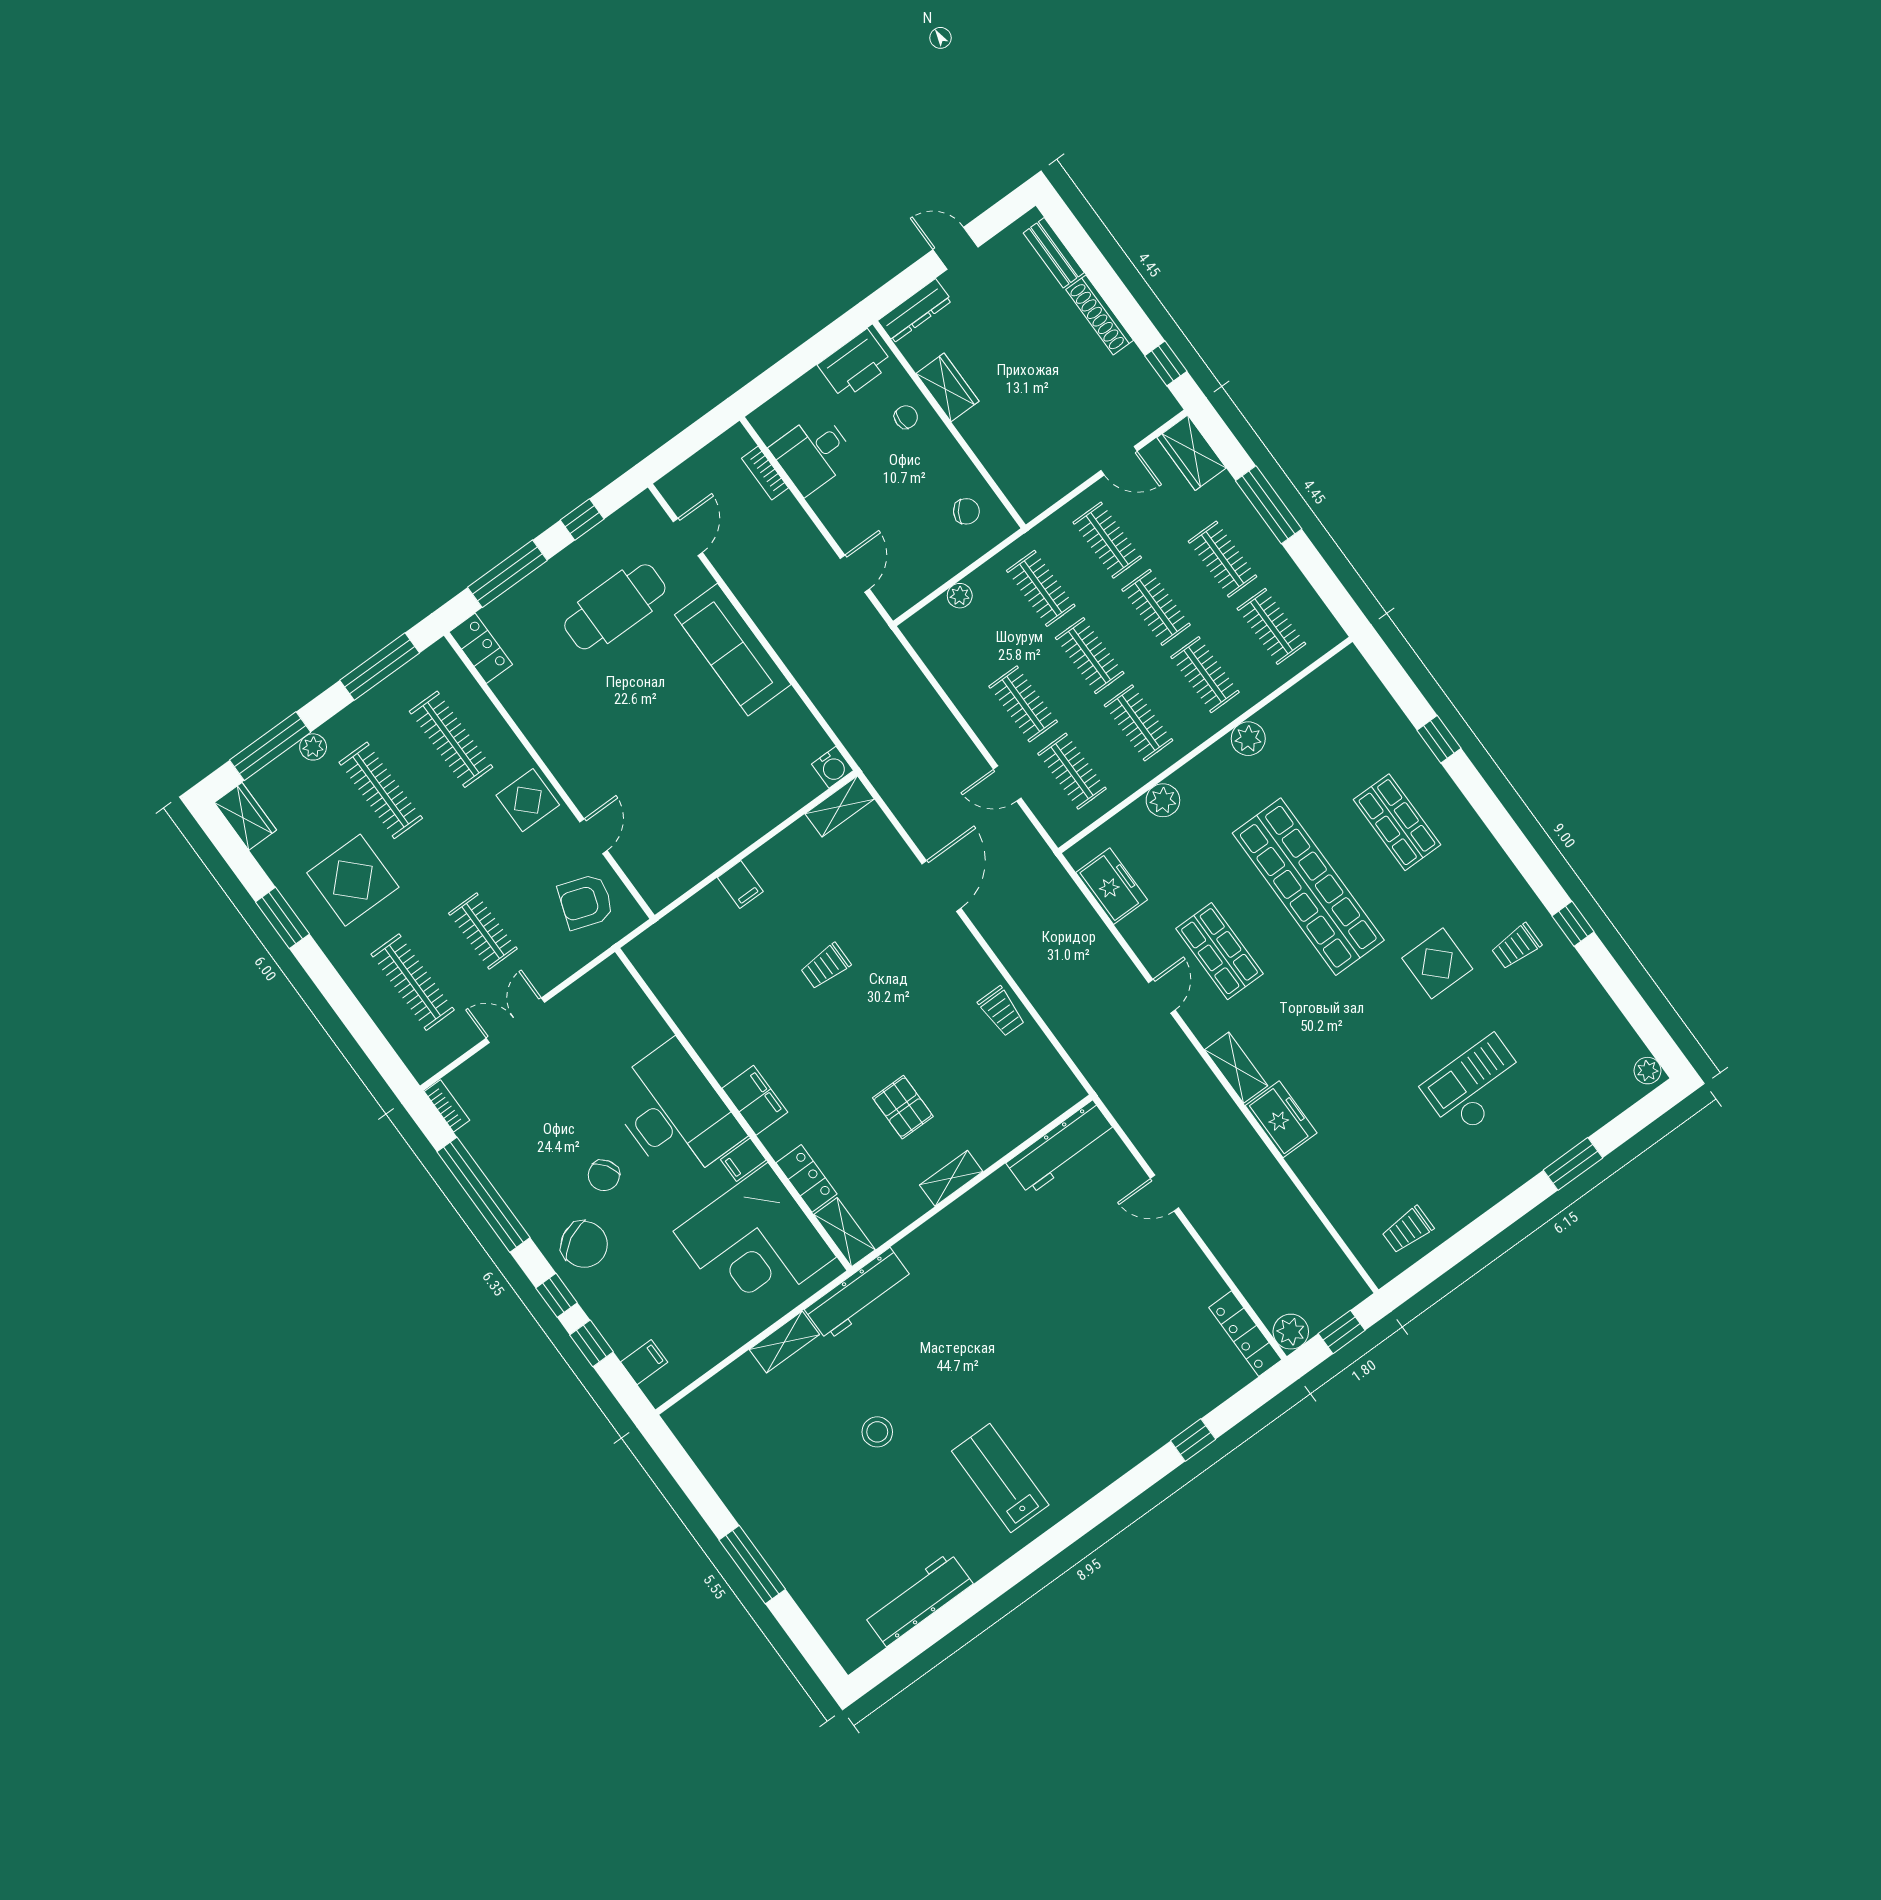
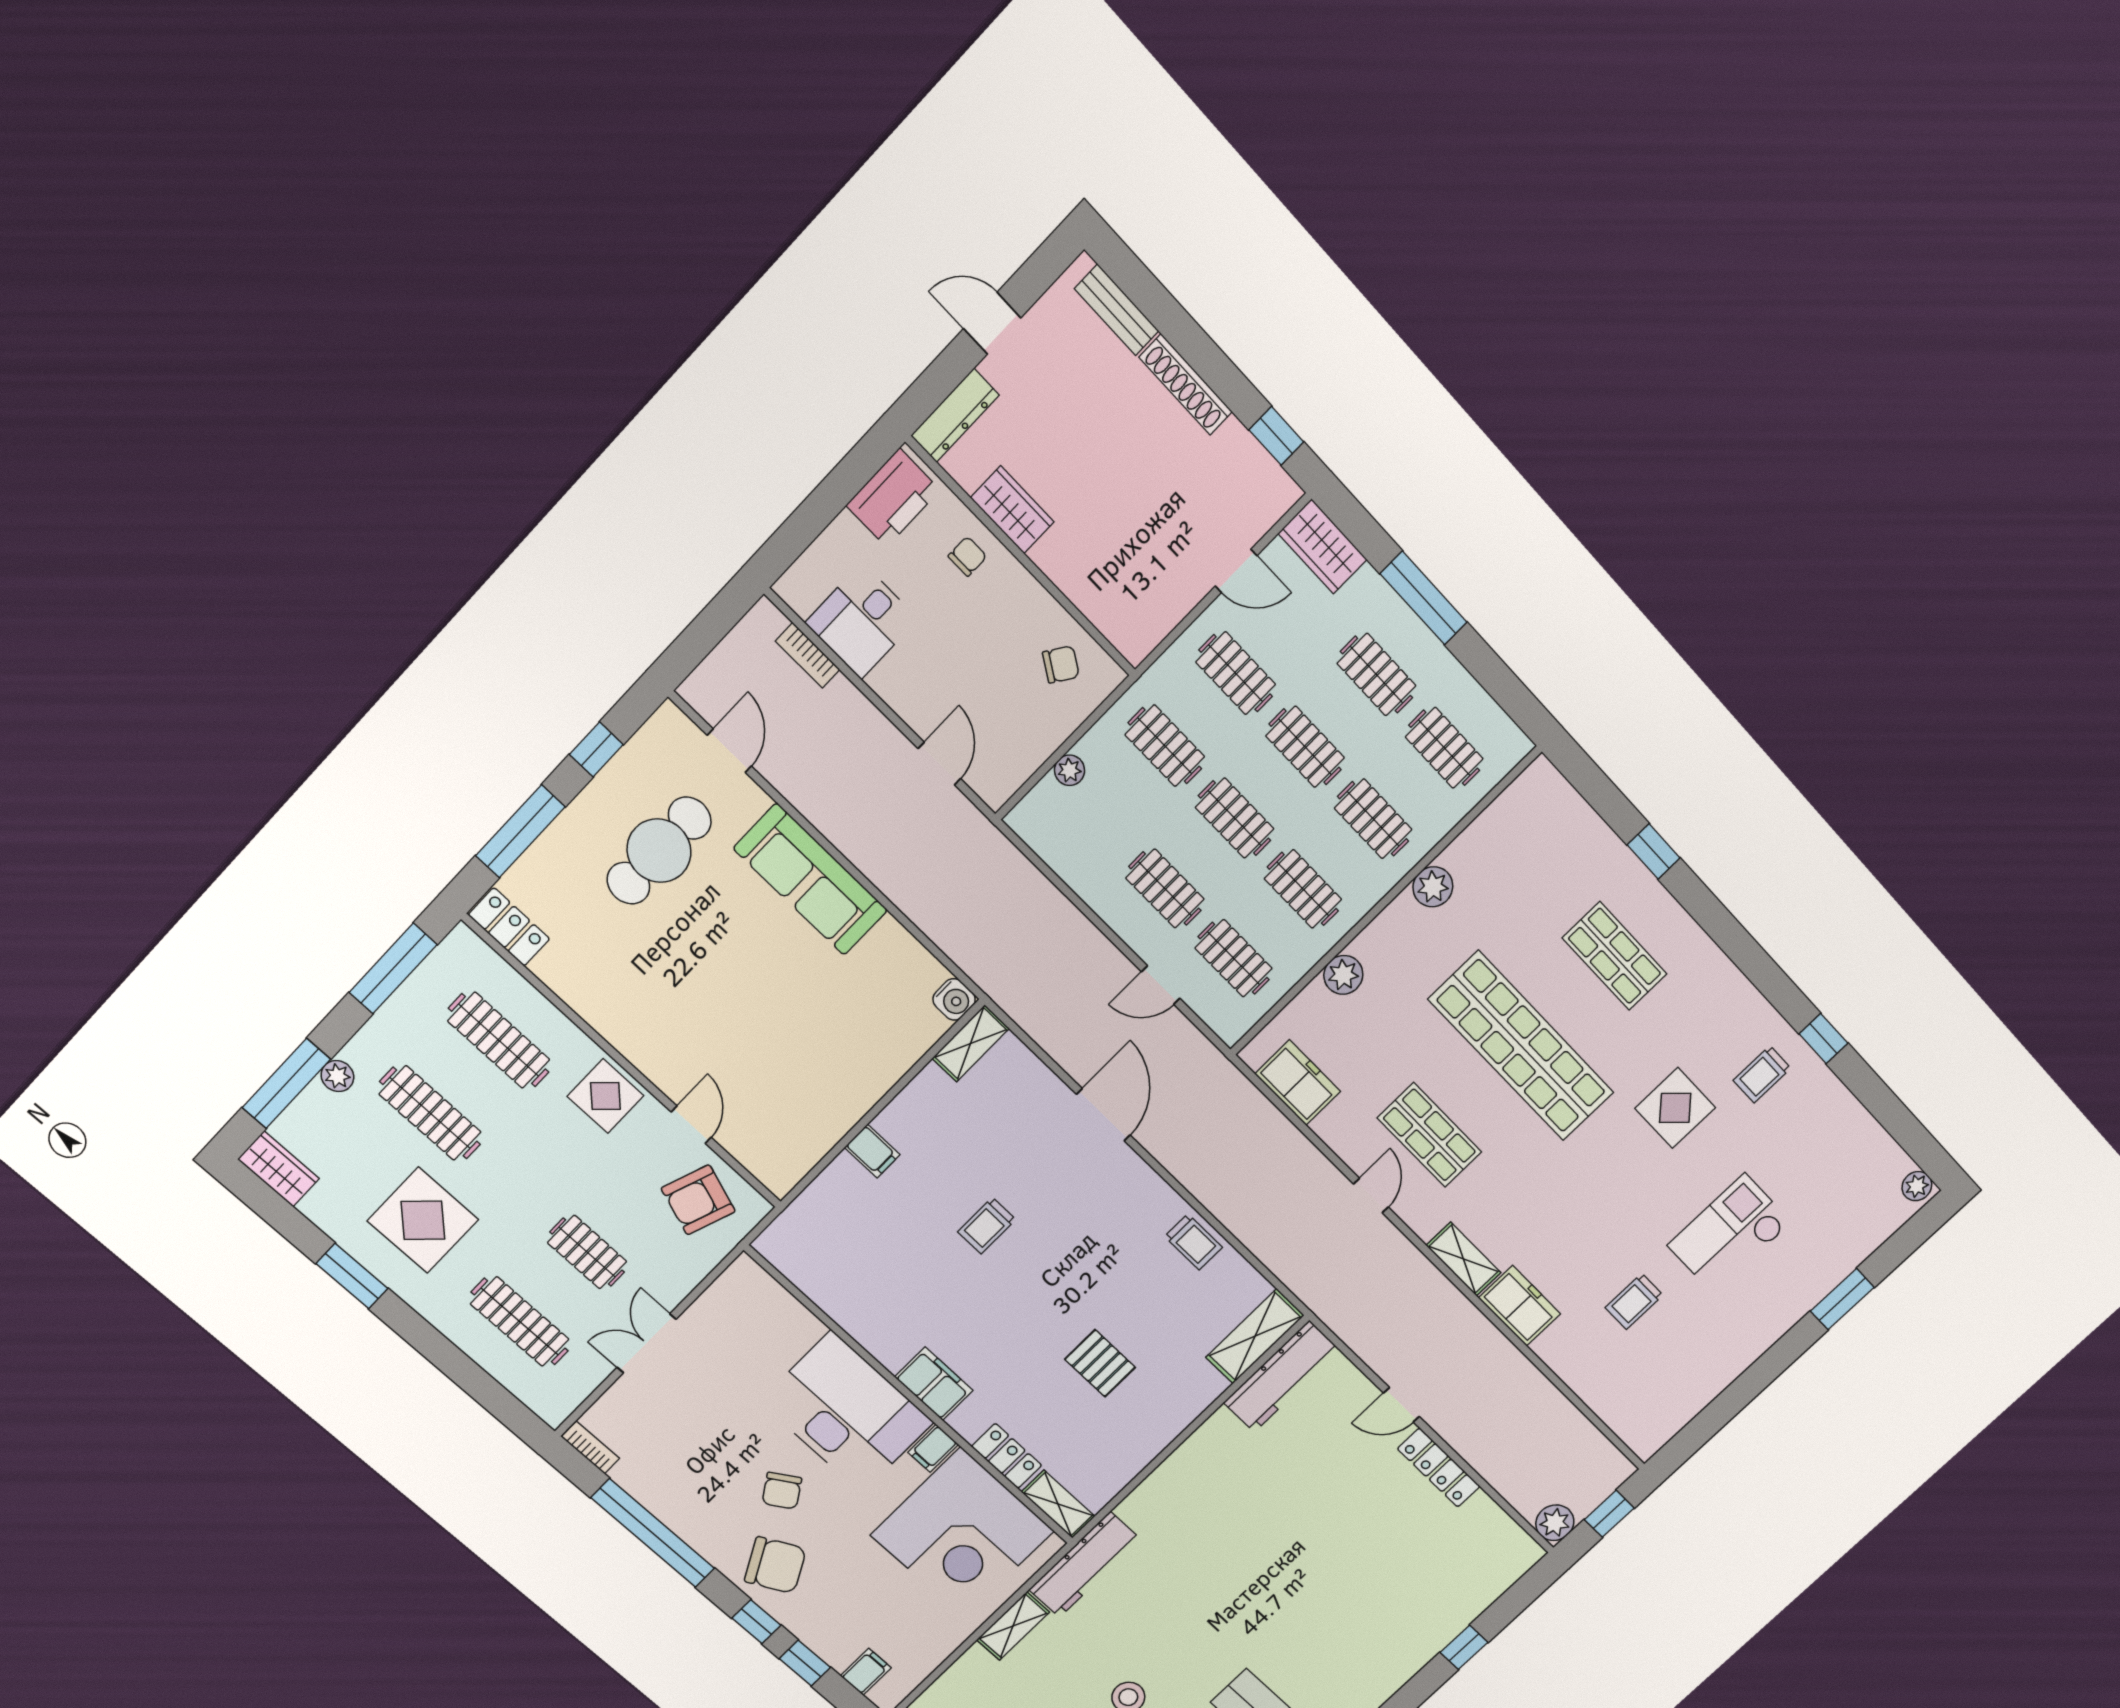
shelving: (951, 1178) -> (1255, 1336), moved, width x1.50, depth x1.33
trolley: (1408, 1230) -> (1634, 1301), moved
locker: (1245, 1334) -> (1439, 1468), moved

